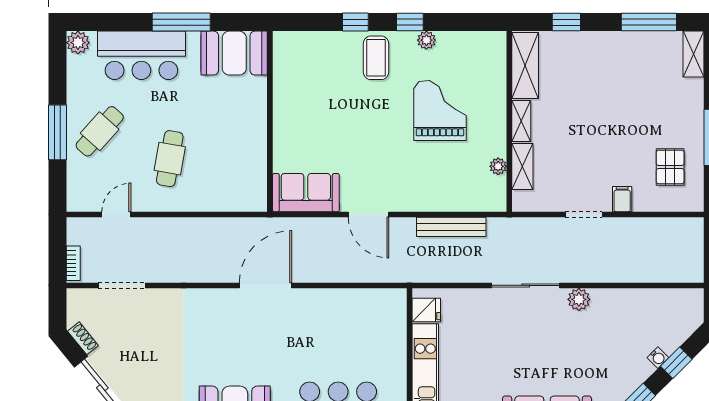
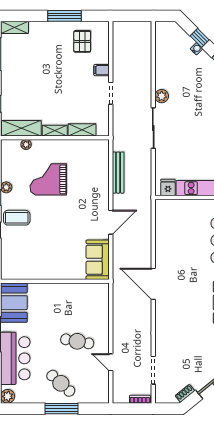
plant: (498, 166) -> (26, 145), moved
pallet: (670, 167) -> (82, 41), turned 90
door: (116, 214) -> (111, 362), moved

